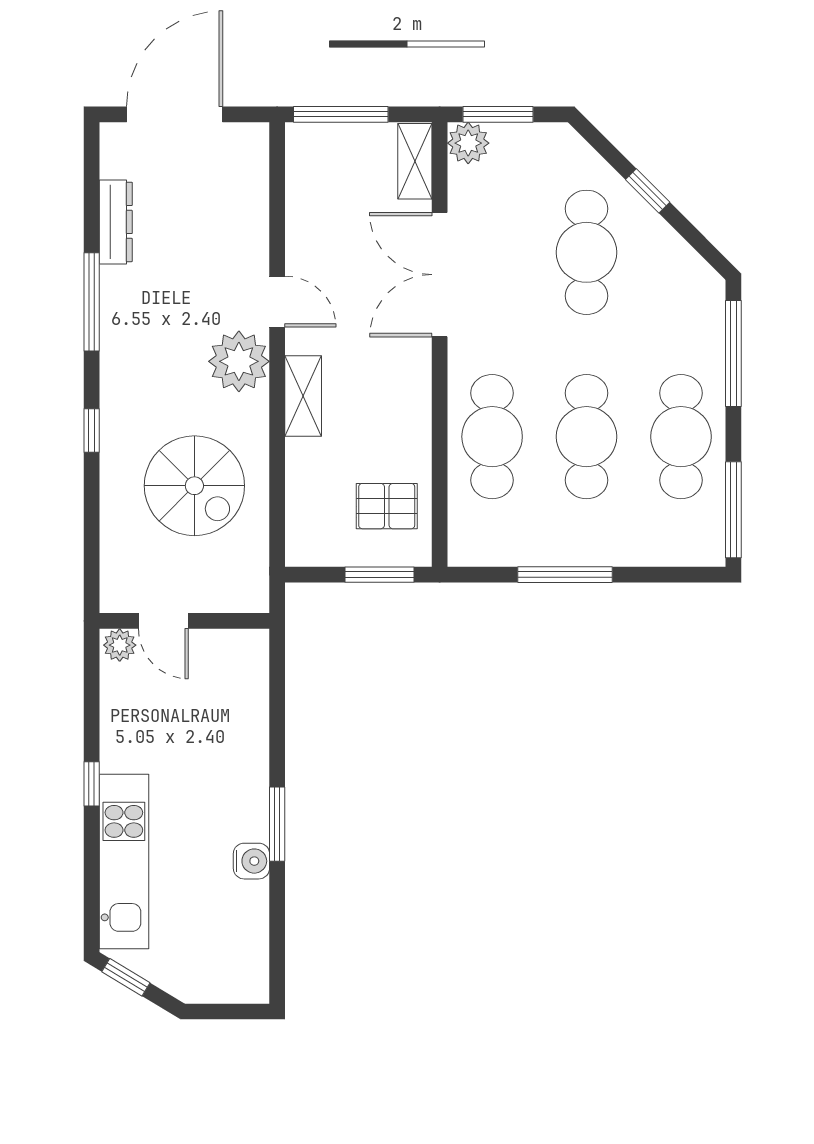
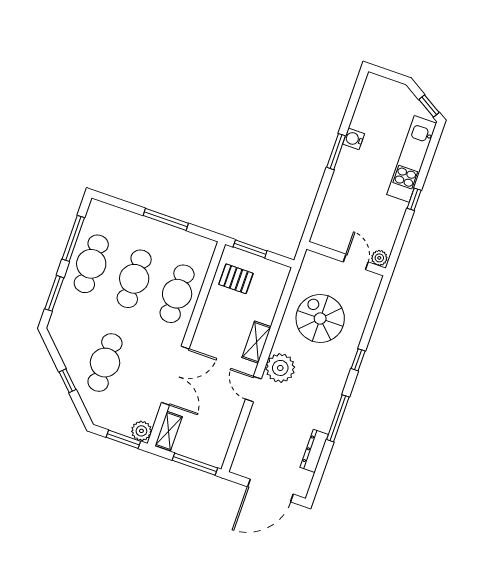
window: (733, 353) -> (54, 293), width x0.69
window: (733, 510) -> (73, 238), moved

